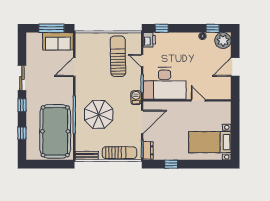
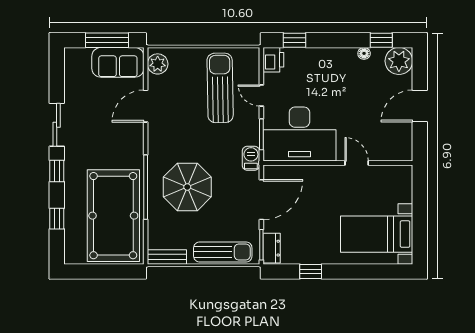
plant: (81, 42) -> (158, 64), added

